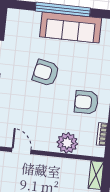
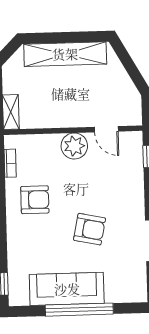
plant: (67, 143) -> (74, 146), moved

